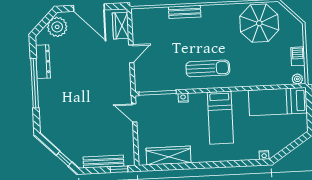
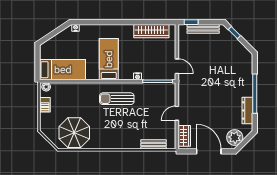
bench: (185, 12) -> (153, 144), moved

